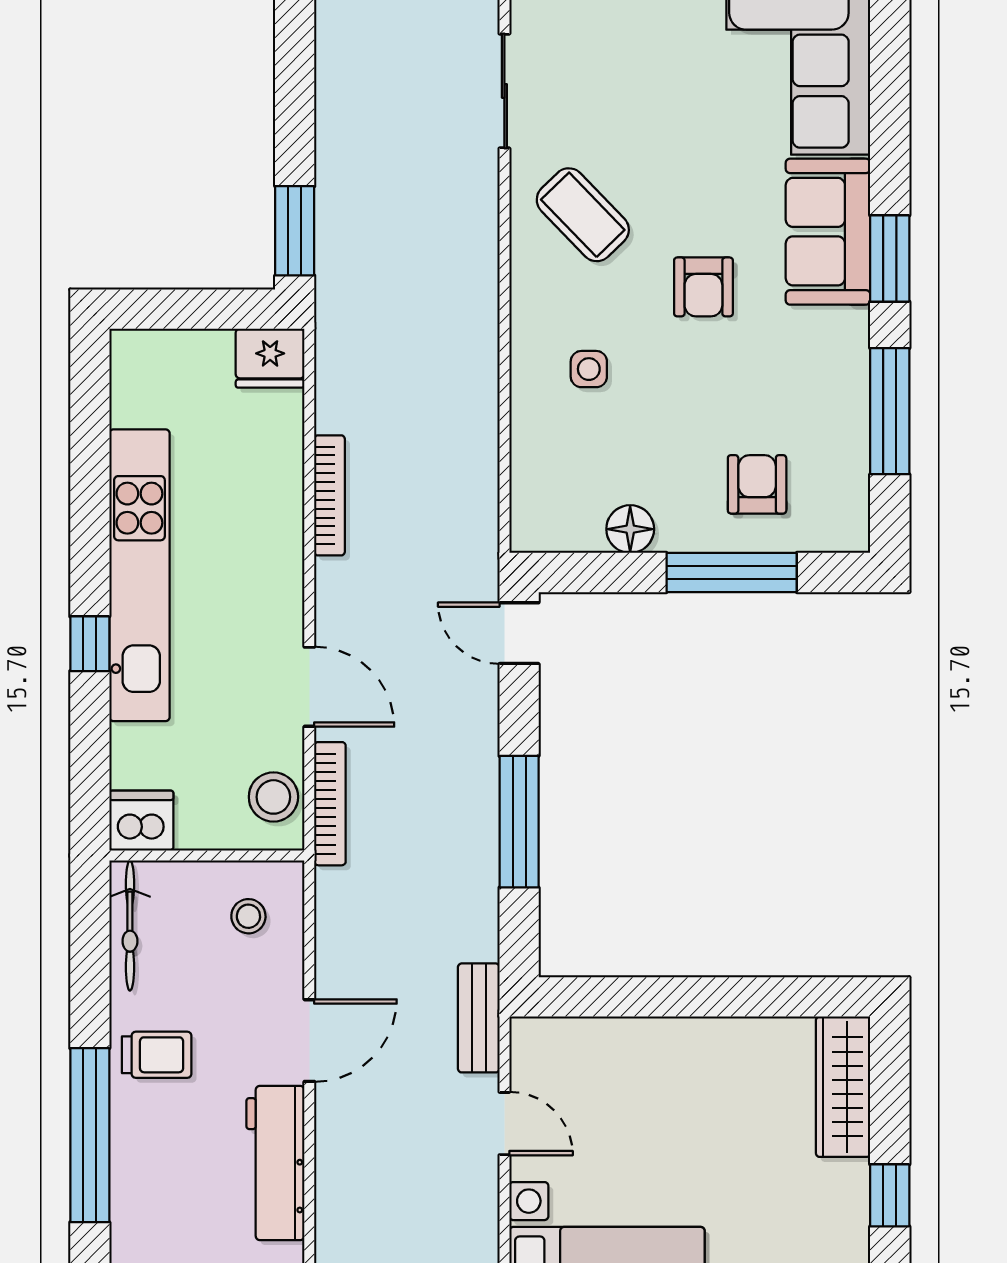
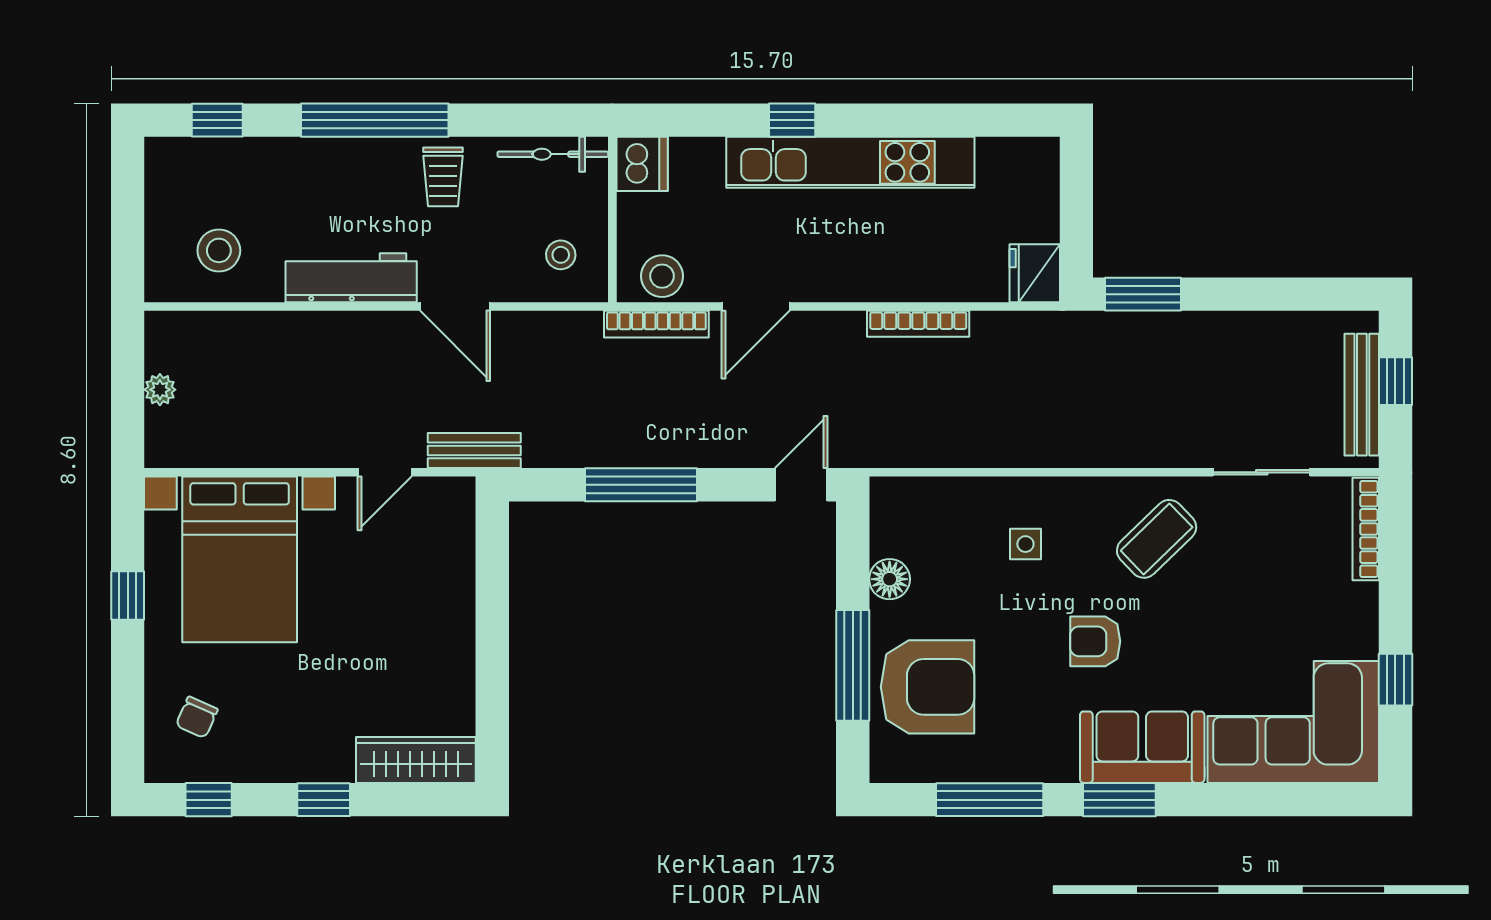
armchair: (757, 484) -> (928, 687), width x1.88, depth x1.88

